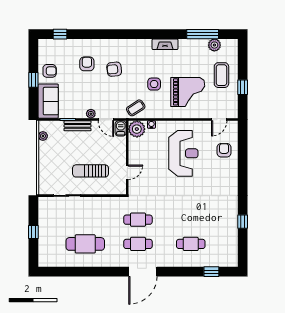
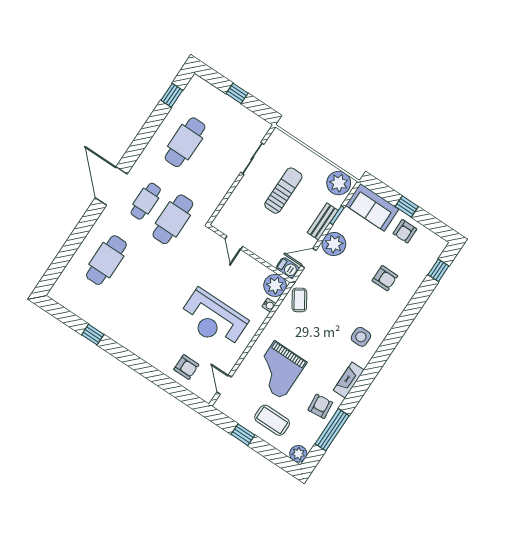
plant: (214, 45) -> (298, 454), moved
armchair: (114, 69) -> (320, 406), moved
side table: (154, 84) -> (361, 337), moved
plant: (91, 114) -> (334, 244), width x1.88, depth x1.88
plant: (43, 136) -> (339, 183), width x1.87, depth x1.87
sun lounger: (91, 171) -> (283, 191), moved
cafe table: (138, 220) -> (173, 219), width x1.37, depth x1.35
cafe table: (191, 244) -> (106, 260), width x1.37, depth x1.35
window: (211, 272) -> (172, 95), moved

